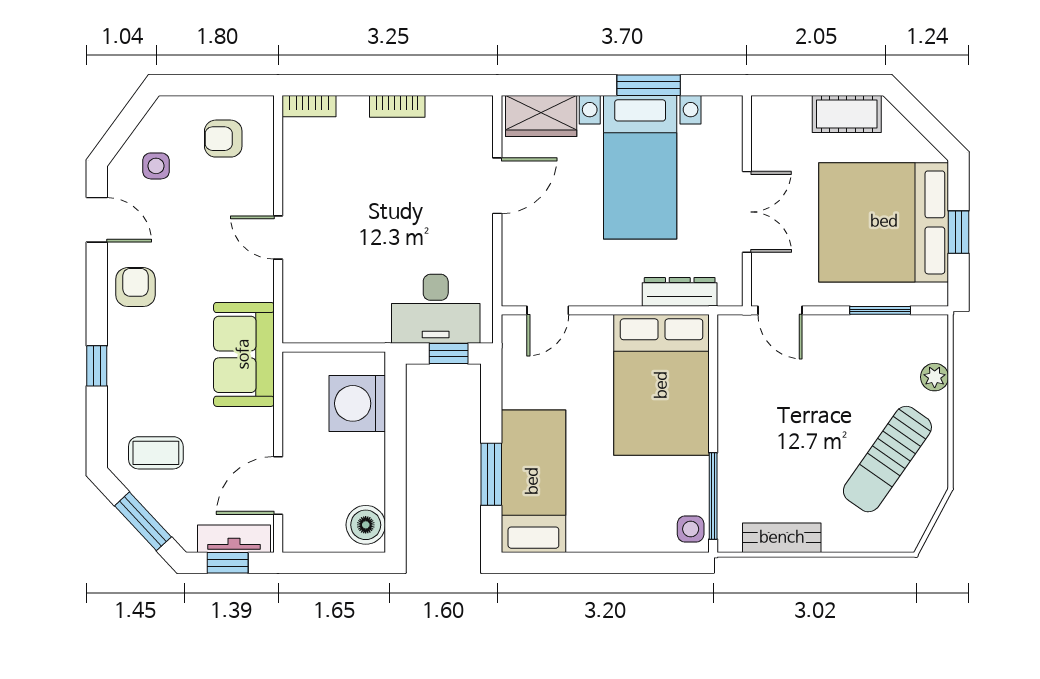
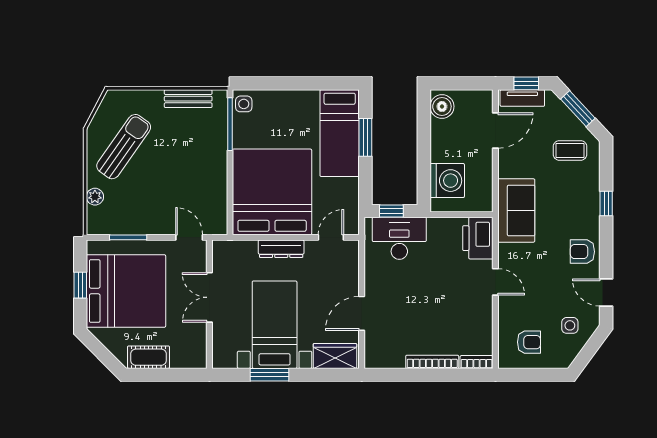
bookcase: (397, 106) -> (432, 362), width x1.56
armchair: (135, 287) -> (582, 252), turned 90
dresser: (680, 292) -> (281, 249), moved
printer: (307, 309) -> (478, 238), added
bed: (662, 385) -> (272, 192), width x1.36

